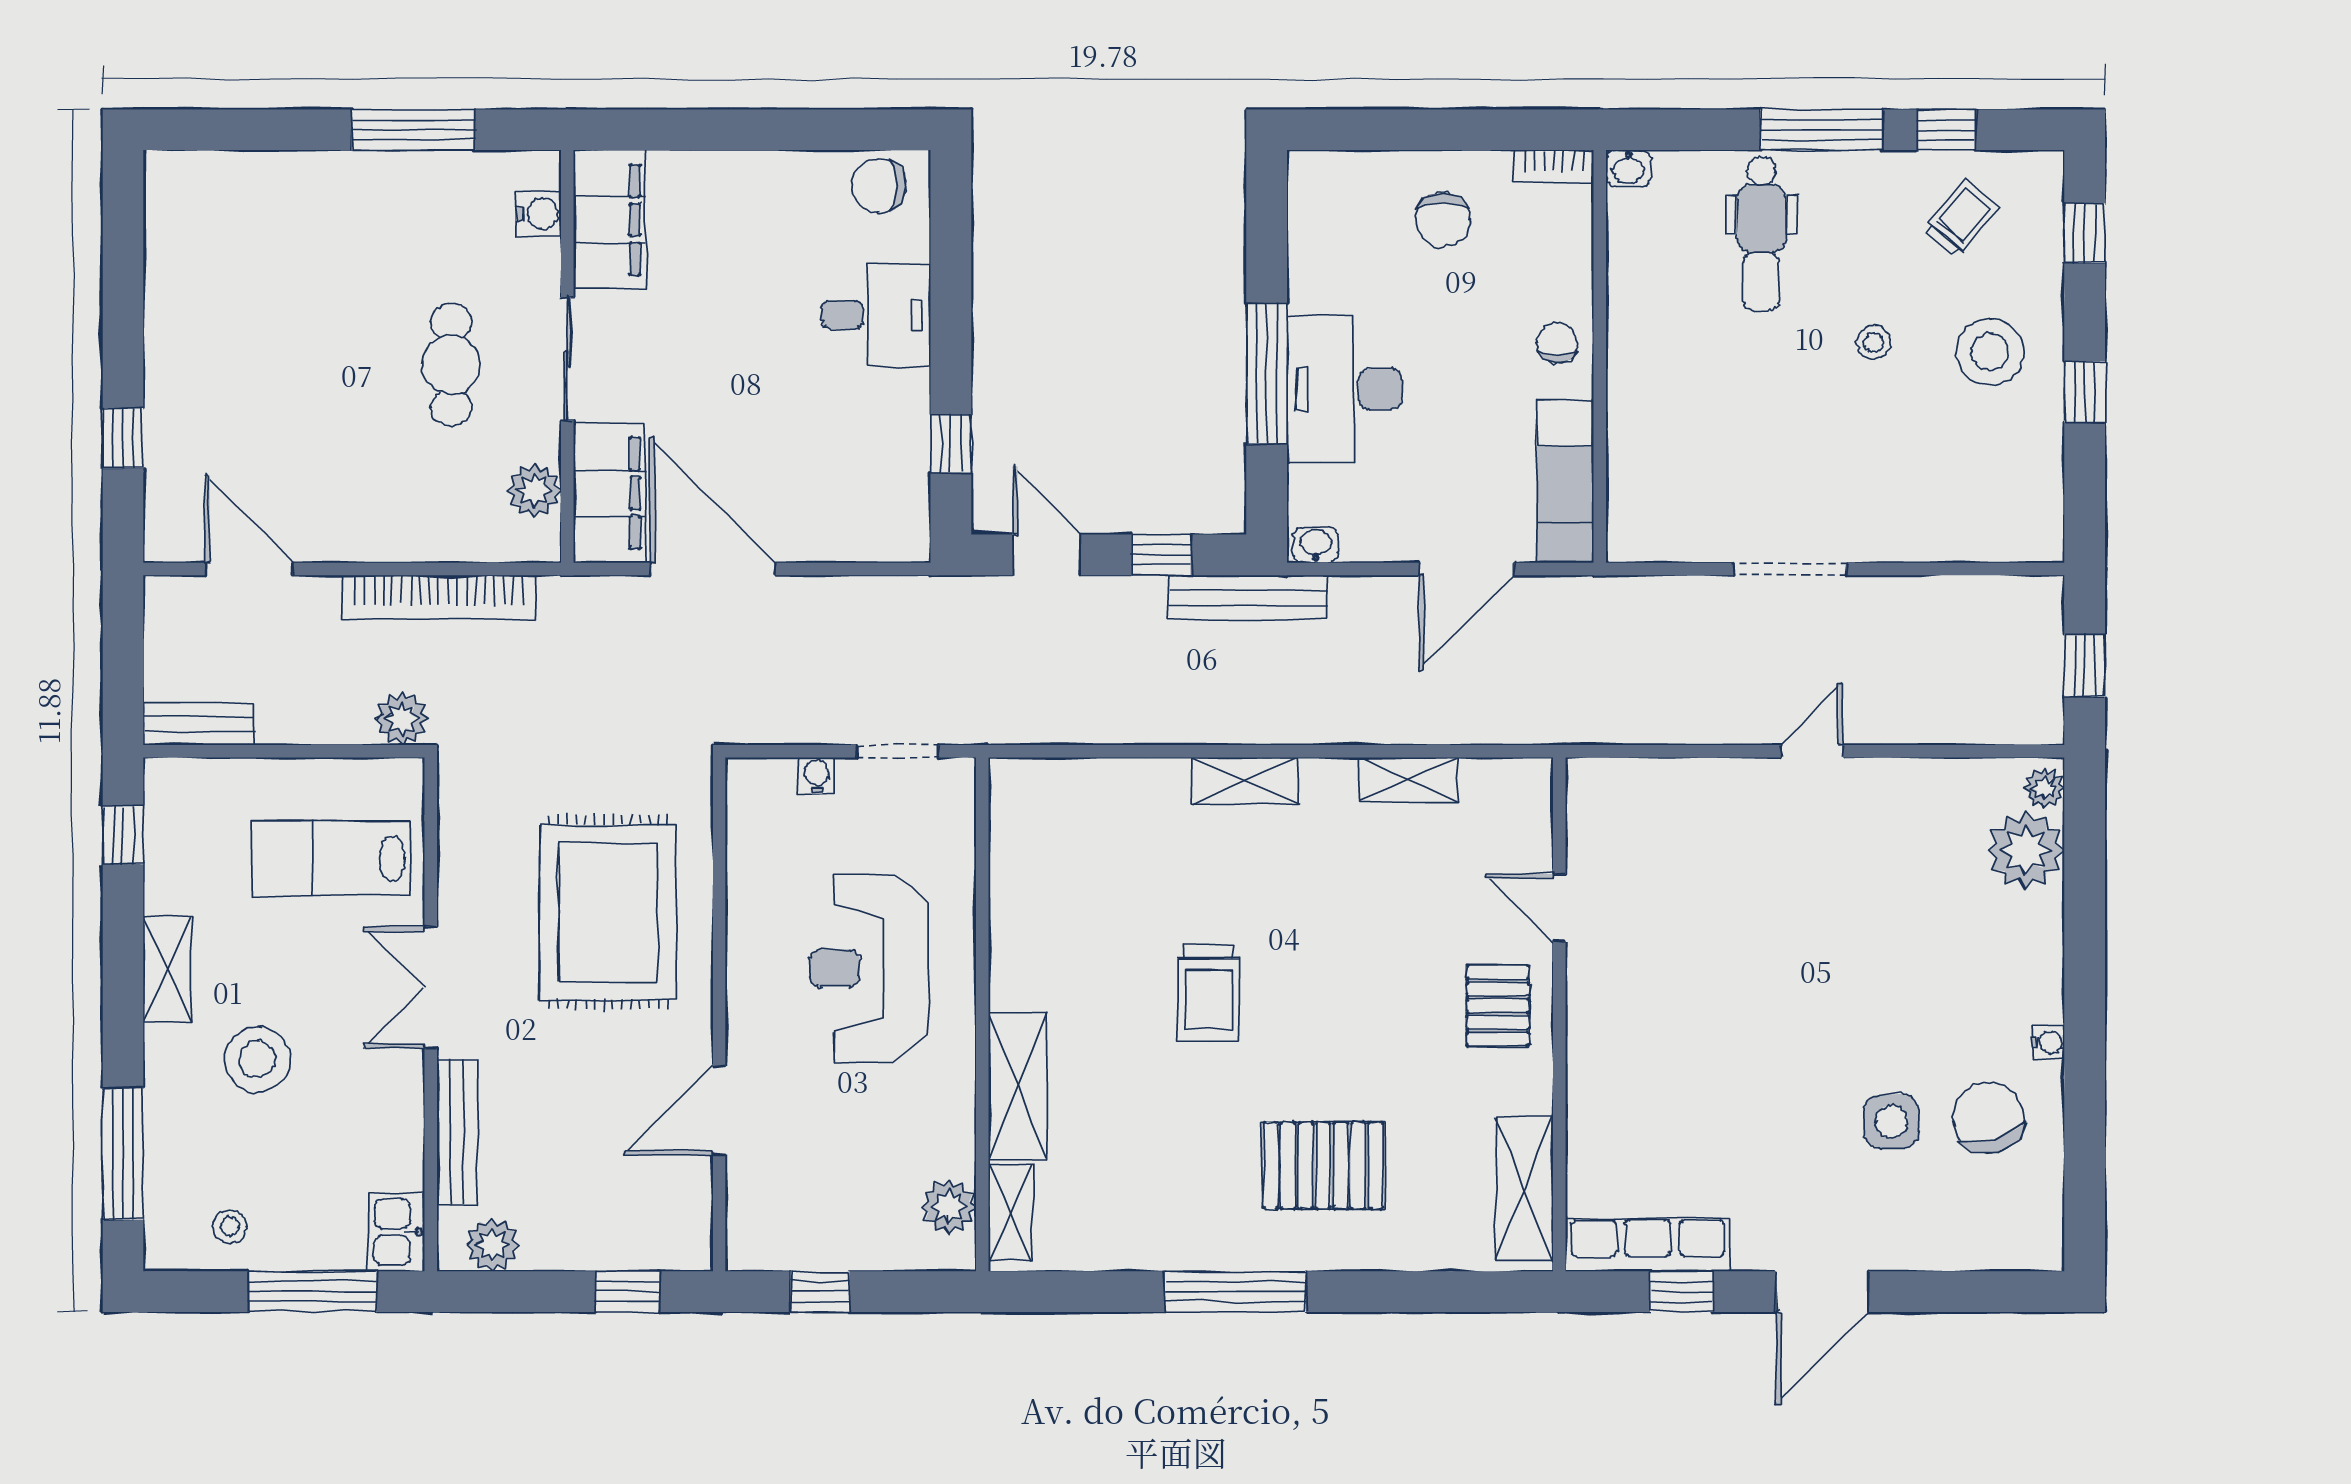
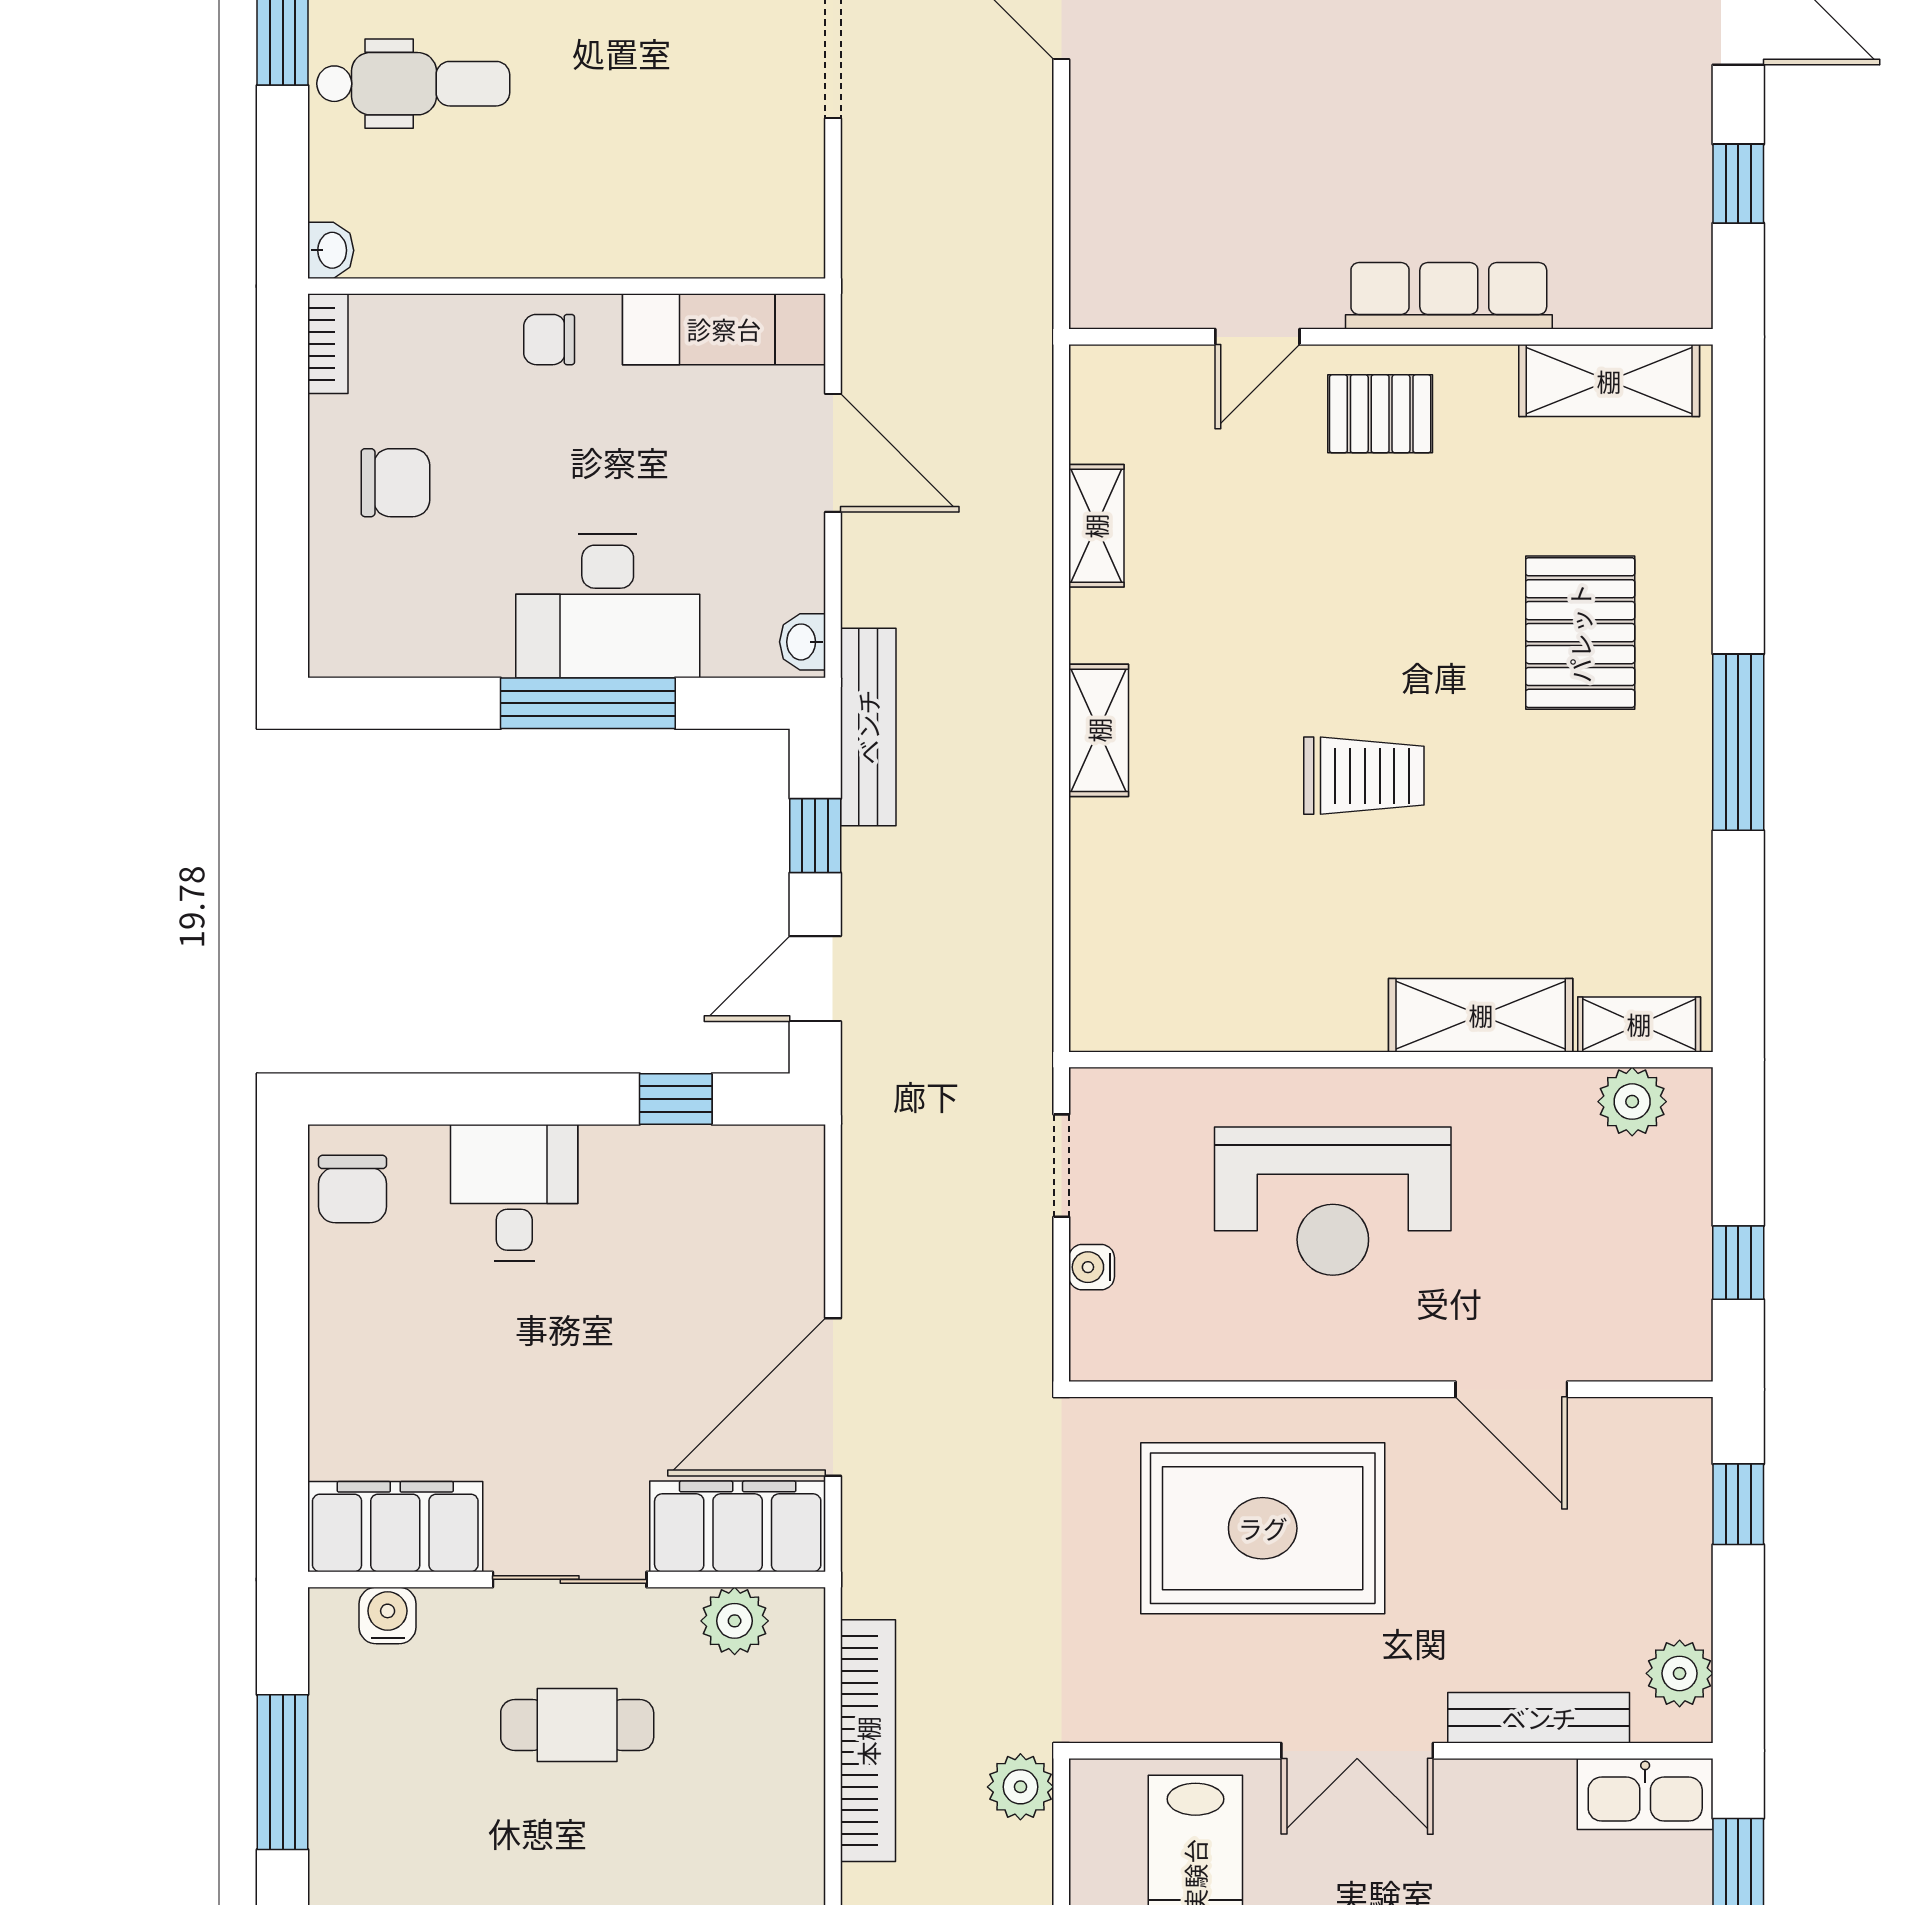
kitchen sink: (396, 1232) -> (1645, 1794), width x1.38
row of seats: (1648, 1245) -> (1449, 296), moved, turned 90

